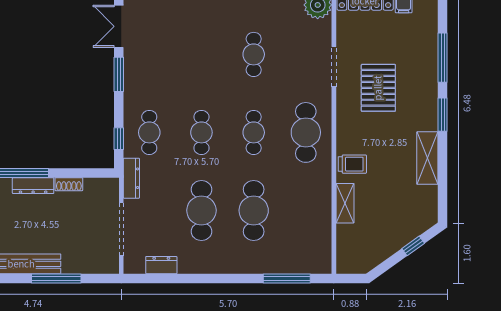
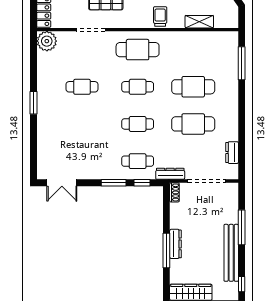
window: (119, 74) -> (114, 183), moved
shoe rack: (69, 184) -> (174, 192), moved
shelving: (345, 203) -> (199, 22), moved

